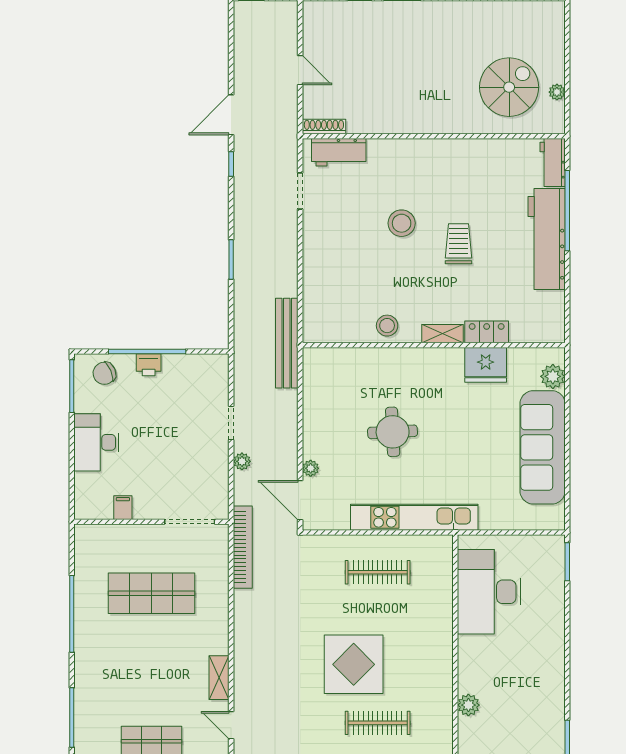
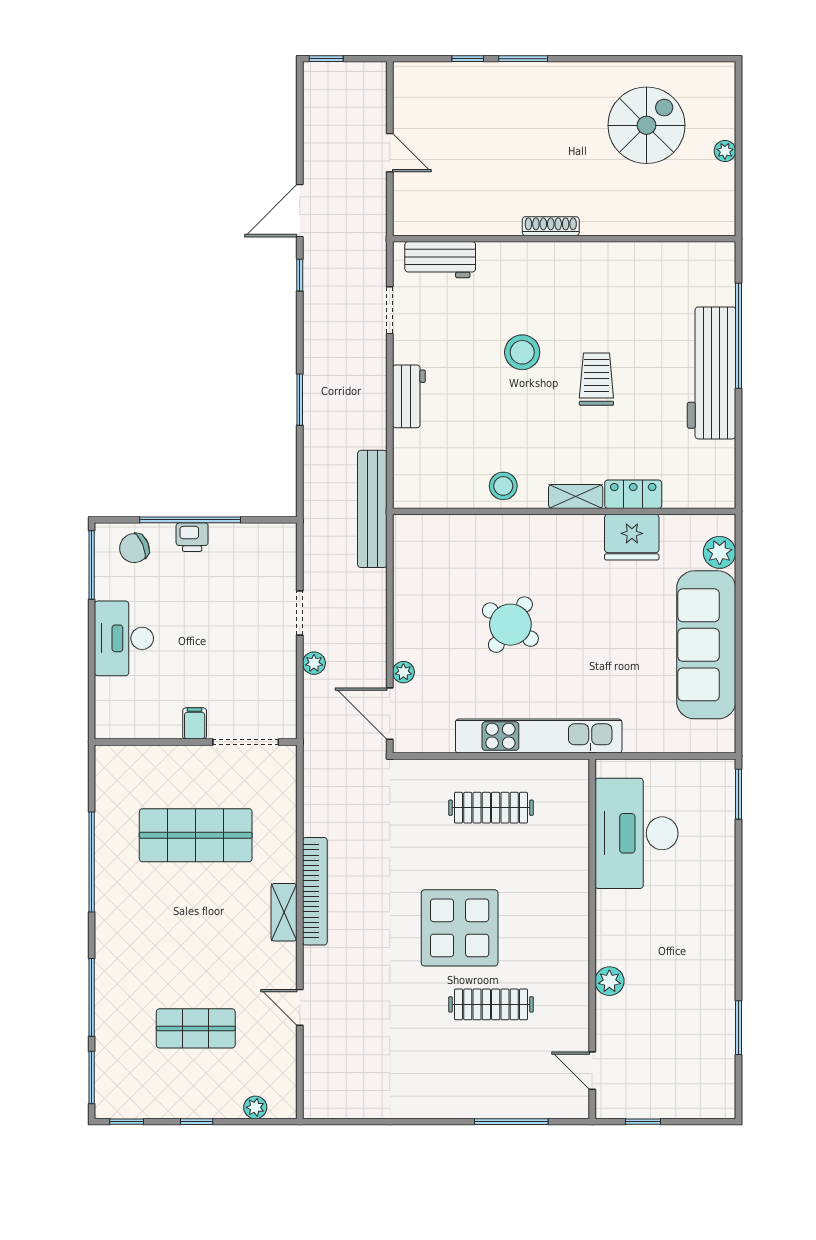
spiral stairs: (509, 87) -> (646, 125), moved
plant: (557, 92) -> (725, 151), moved
shoe rack: (324, 127) -> (551, 226), moved
workbench: (553, 162) -> (409, 396), moved, turned 180
round table: (393, 432) -> (510, 625), turned 38
filing cabinet: (123, 508) -> (195, 723), moved
bookcase: (243, 547) -> (315, 891), moved
shelving: (219, 678) -> (284, 912), moved

